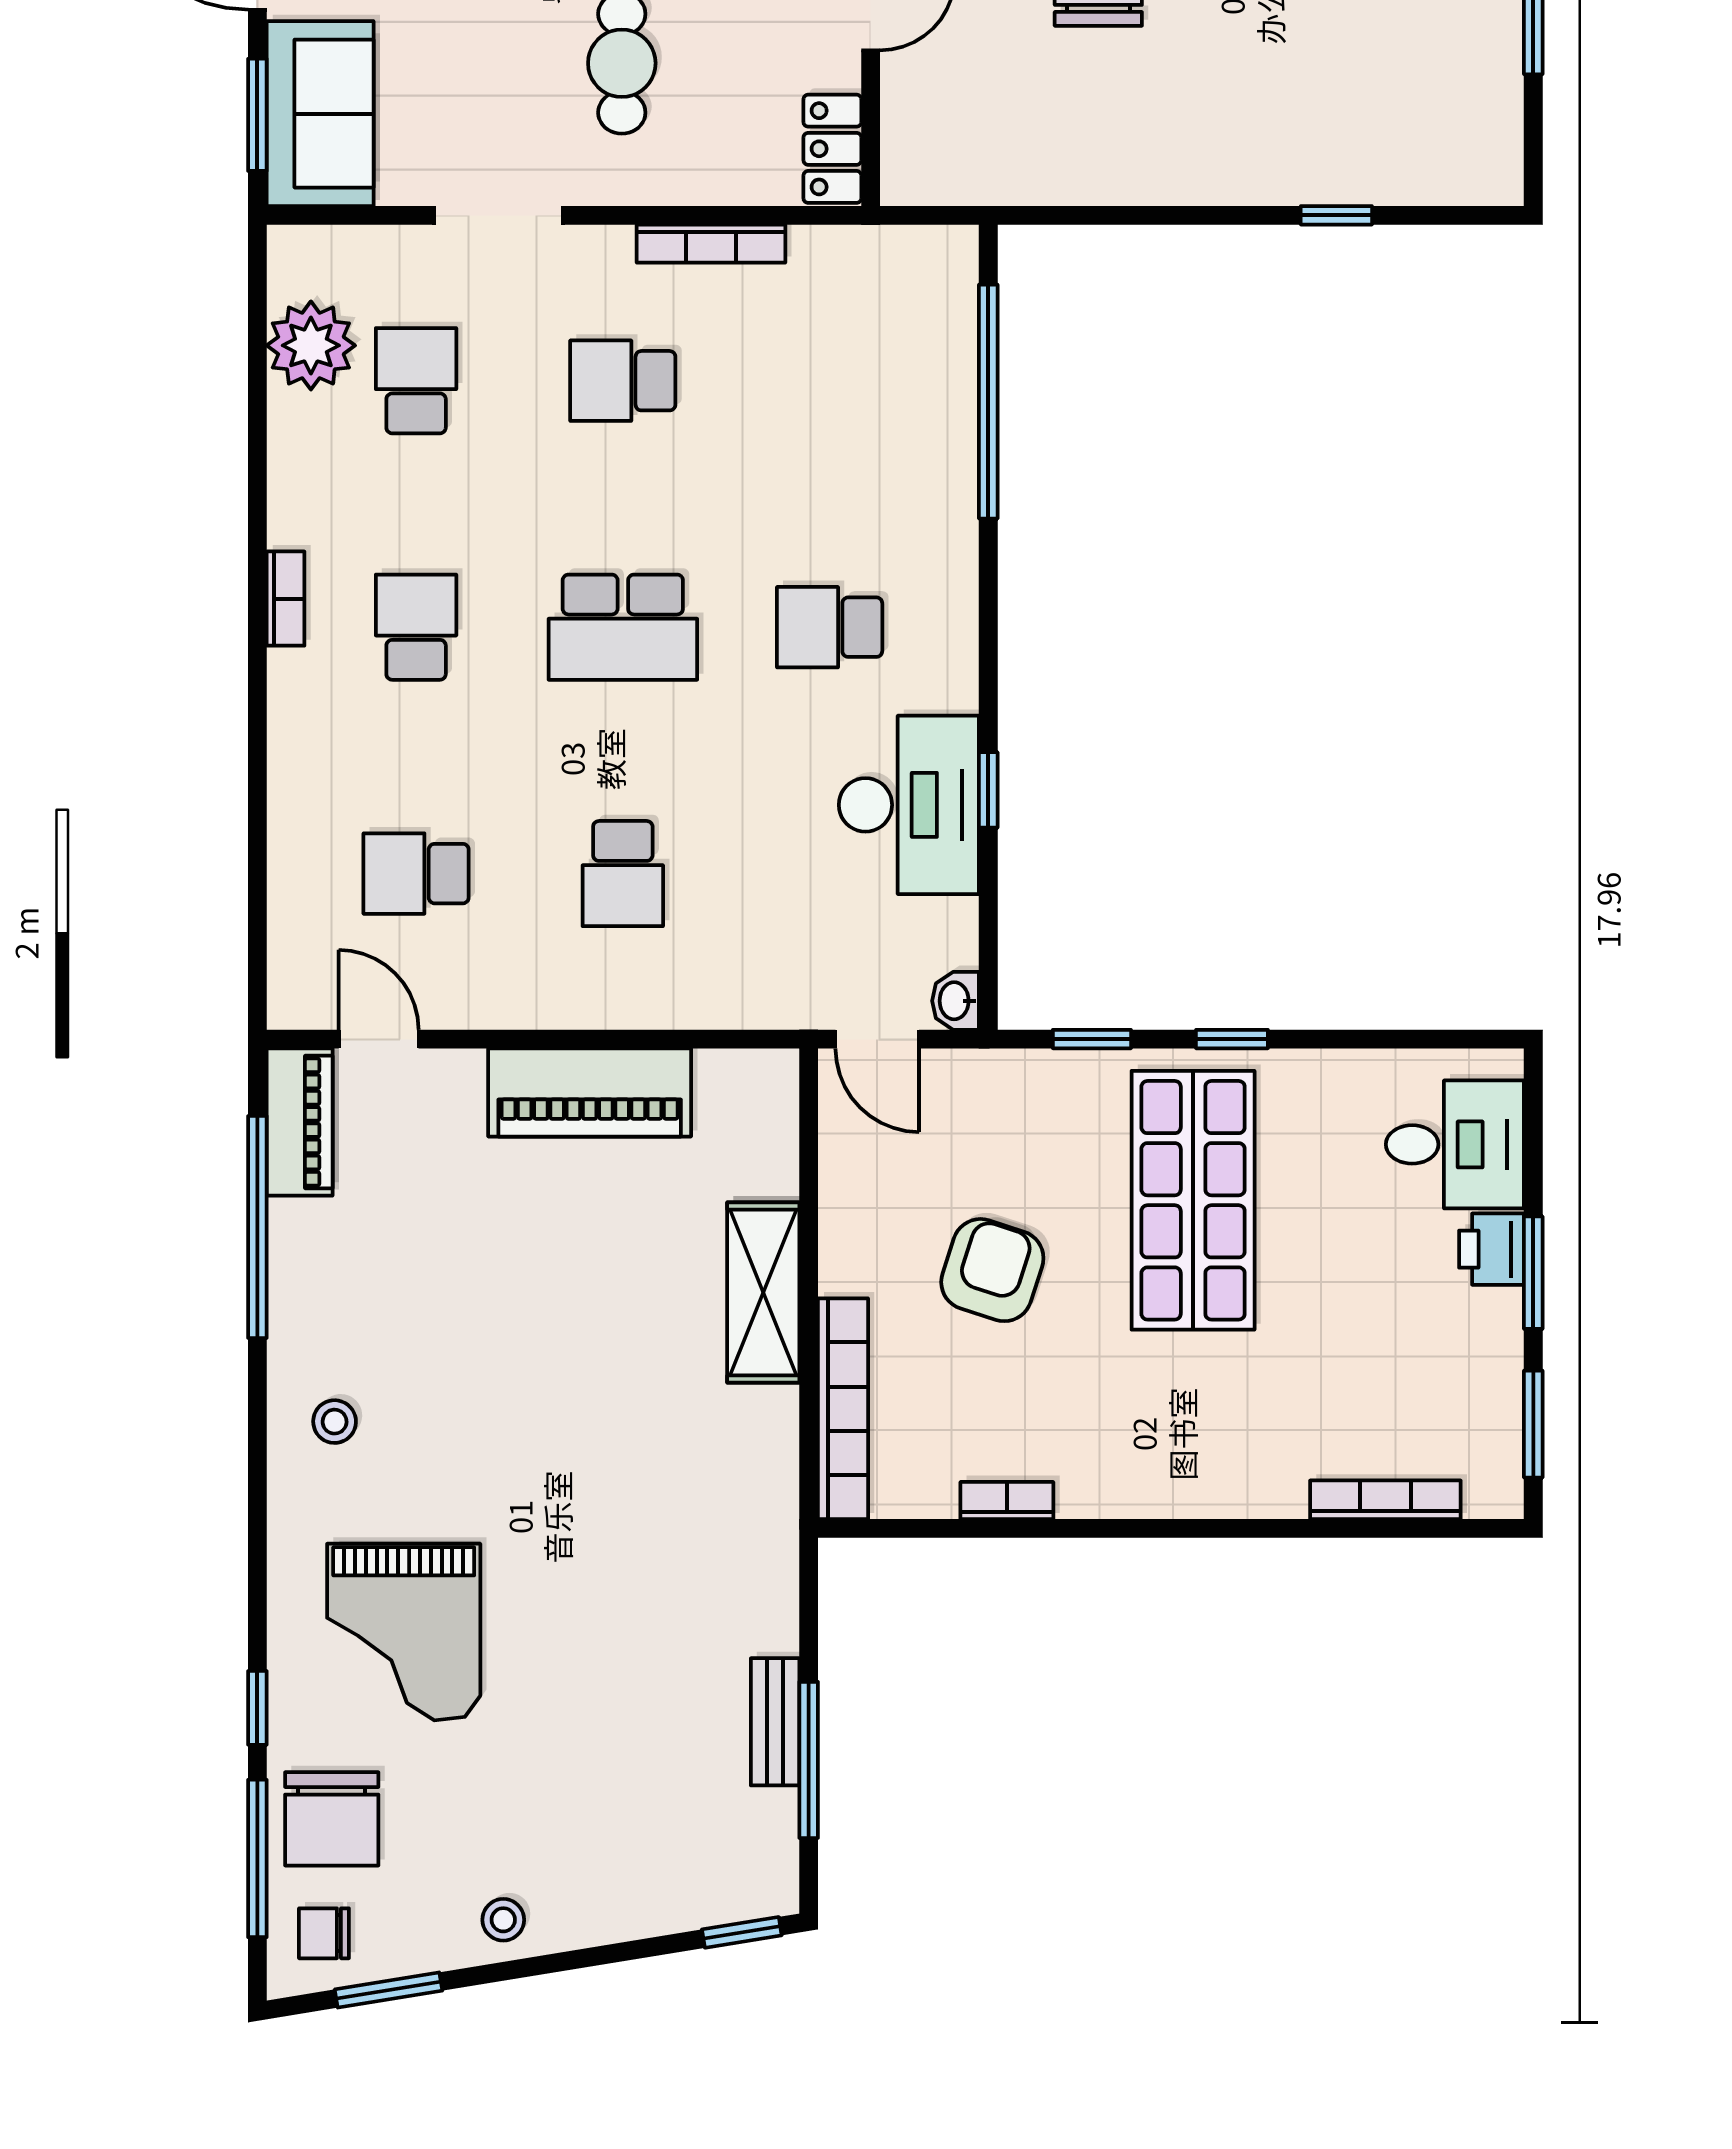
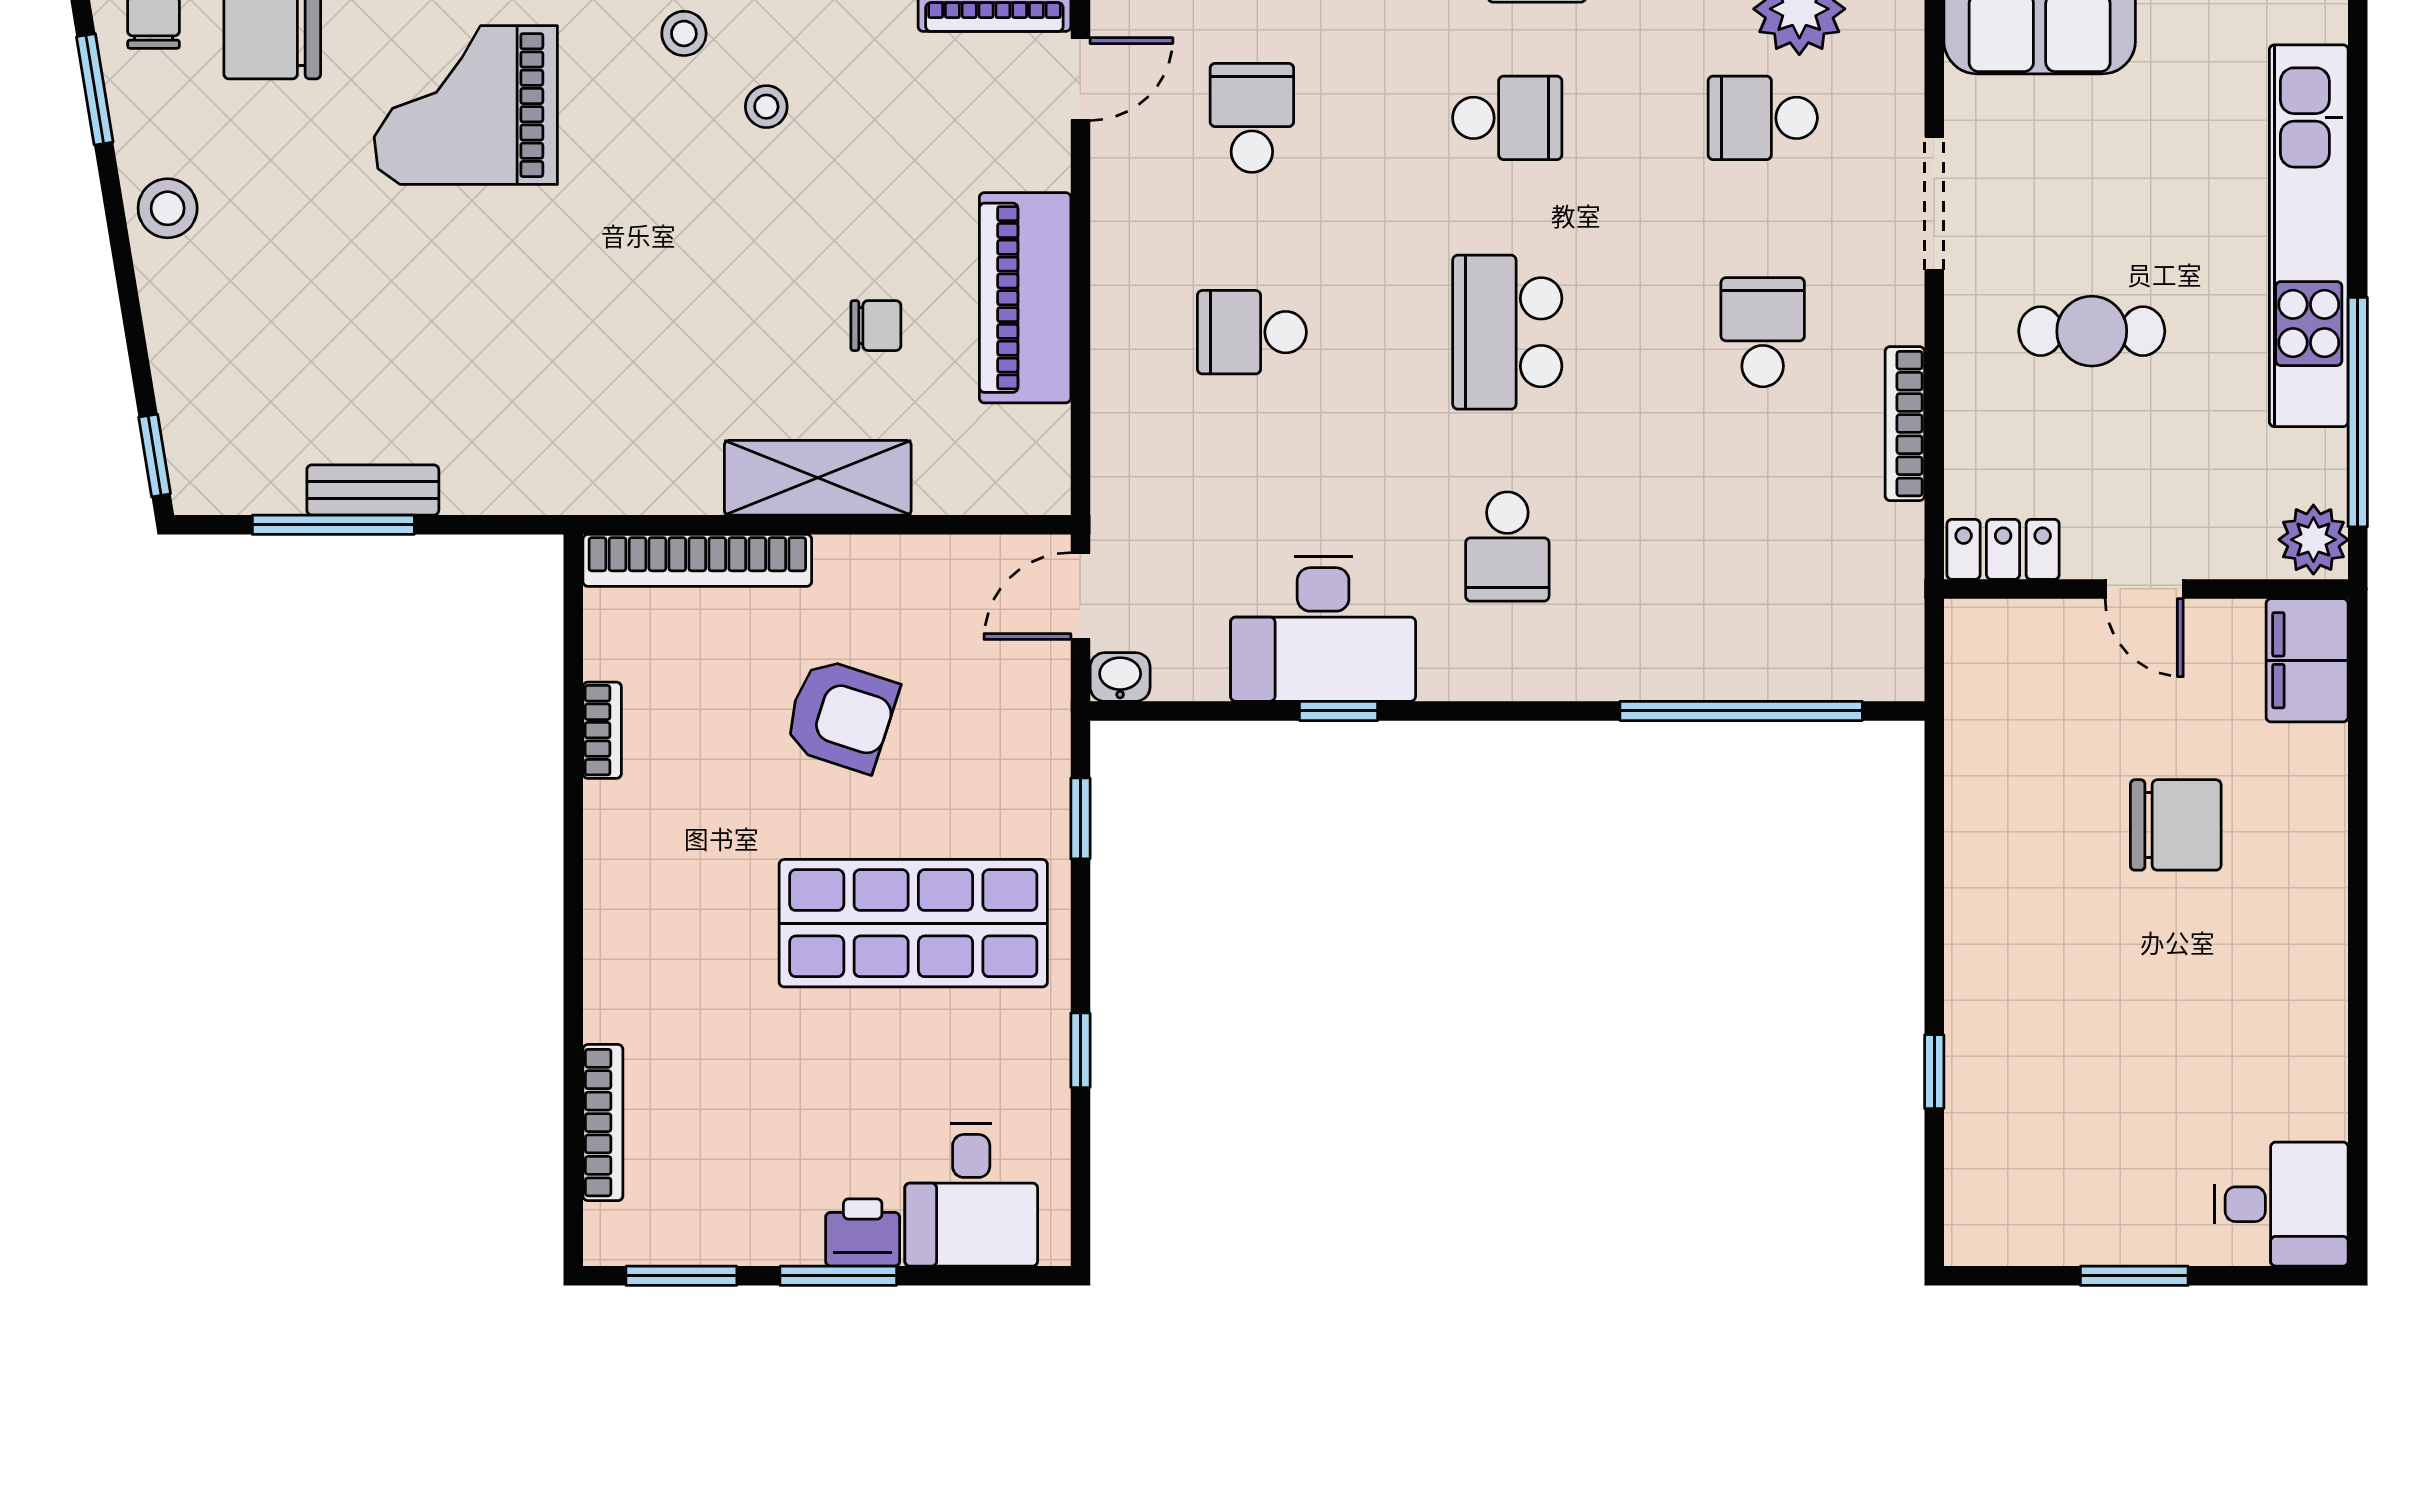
school desk: (416, 381) -> (1763, 118), turned 180
school desk: (830, 627) -> (1507, 547), turned 180
window: (1232, 1039) -> (1080, 1050), moved
chair: (616, 1236) -> (876, 326), added
stool: (405, 1342) -> (766, 107), added
stool: (503, 1920) -> (168, 208), width x1.37, depth x1.37

